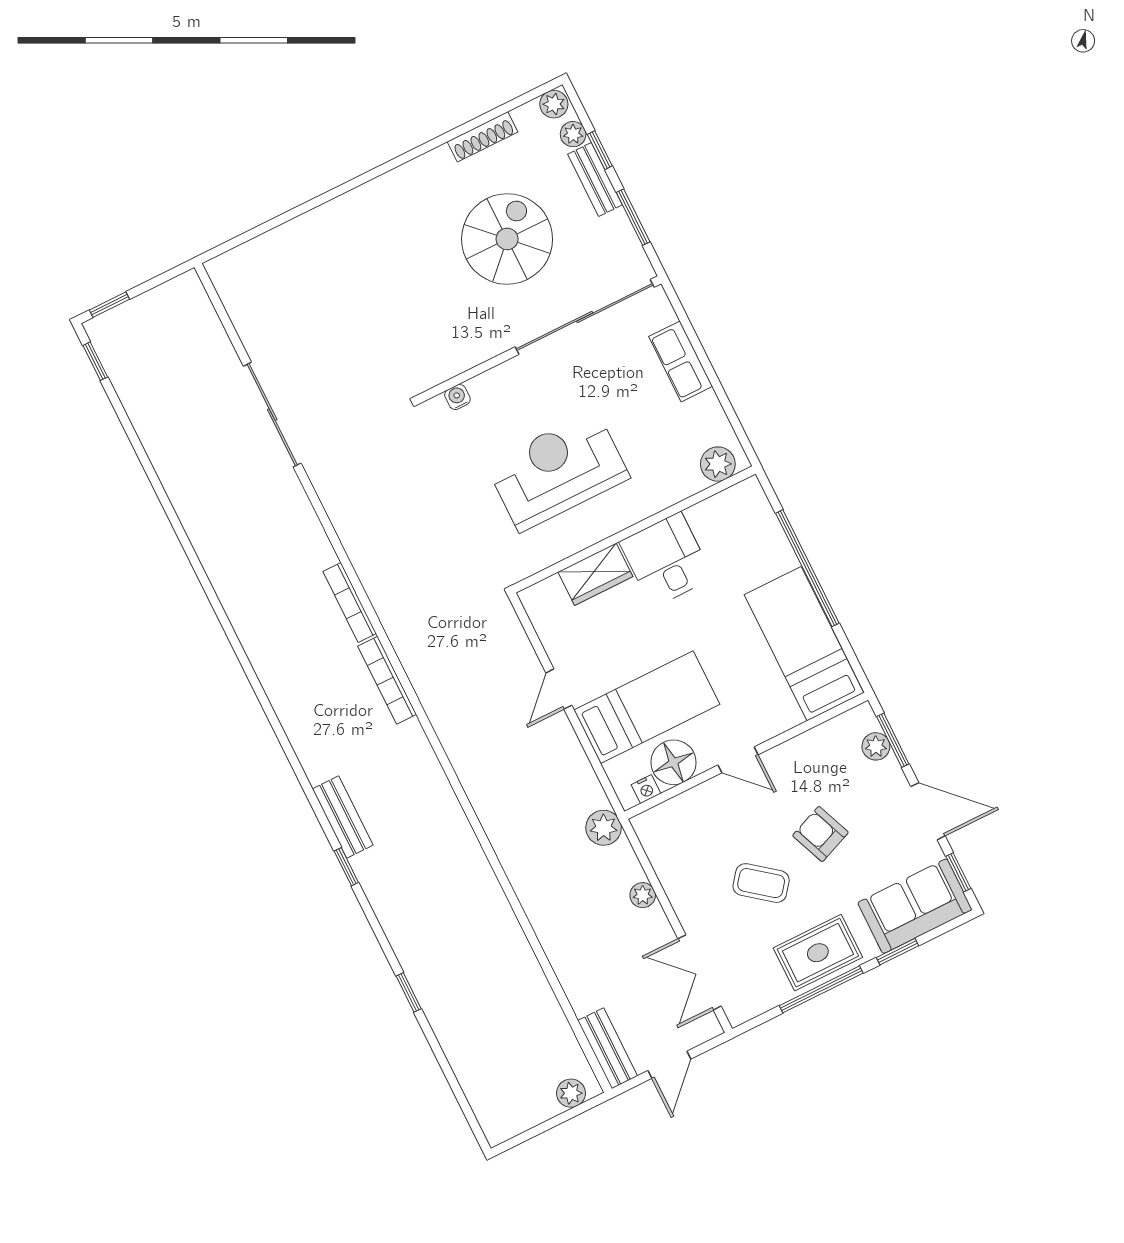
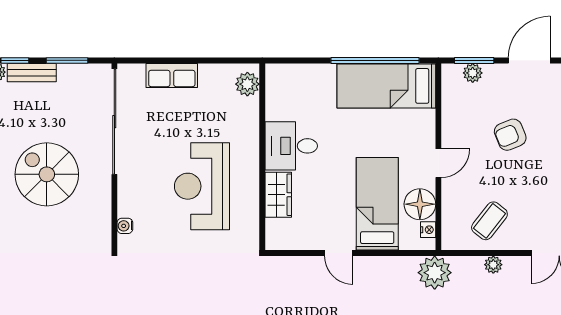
spiral stairs: (507, 239) -> (47, 174), moved
window: (807, 568) -> (375, 60), moved
plant: (604, 828) -> (435, 273), width x1.36, depth x1.36
coffee table: (761, 883) -> (489, 221), moved

